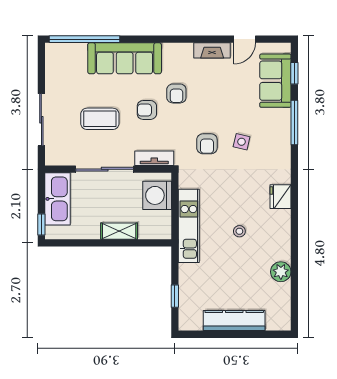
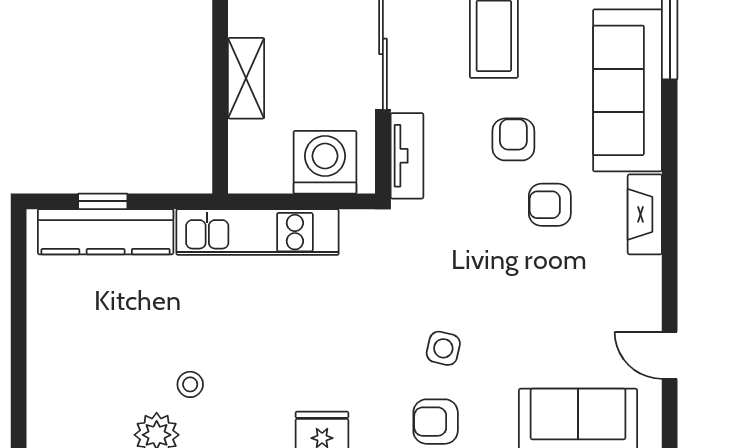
fireplace: (212, 50) -> (645, 214), moved
armchair: (207, 144) -> (436, 422), moved
stool: (239, 231) -> (190, 384), moved
kitchen counter: (234, 321) -> (106, 232), moved, turned 90

